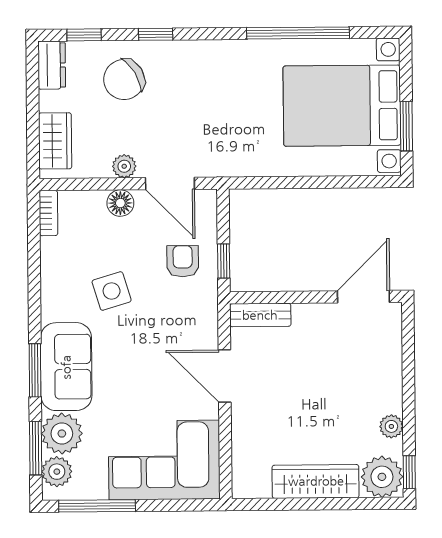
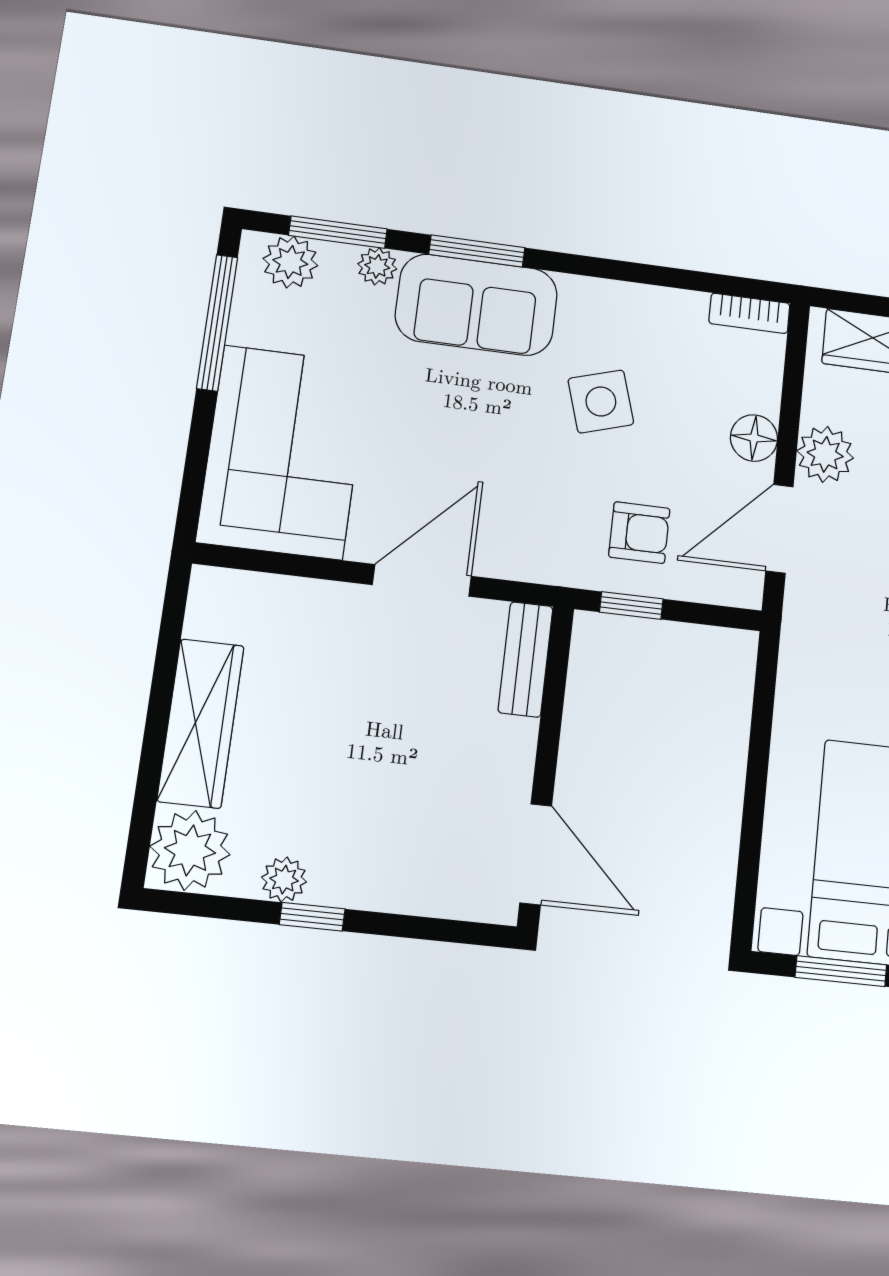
plant: (124, 166) -> (825, 454), width x1.38, depth x1.38
plant: (62, 434) -> (377, 266), width x0.53, depth x0.53
window: (409, 472) -> (312, 917), moved

